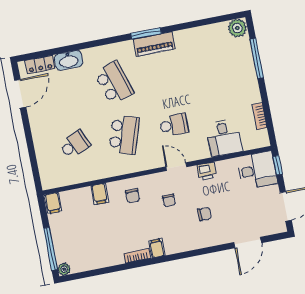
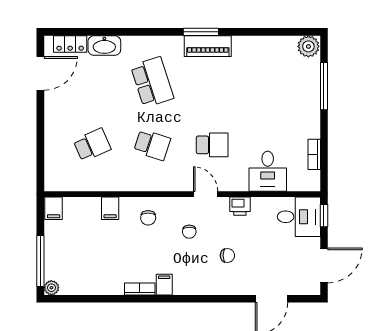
school desk: (124, 135) -> (152, 145), width x0.54

